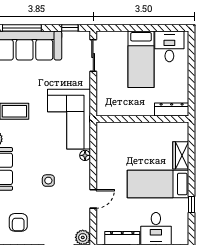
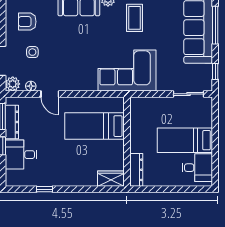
floor lamp: (85, 155) -> (31, 86), moved
wardrobe: (181, 155) -> (111, 179), moved
side table: (48, 181) -> (32, 52), moved
bed: (158, 184) -> (95, 126), moved, turned -90

